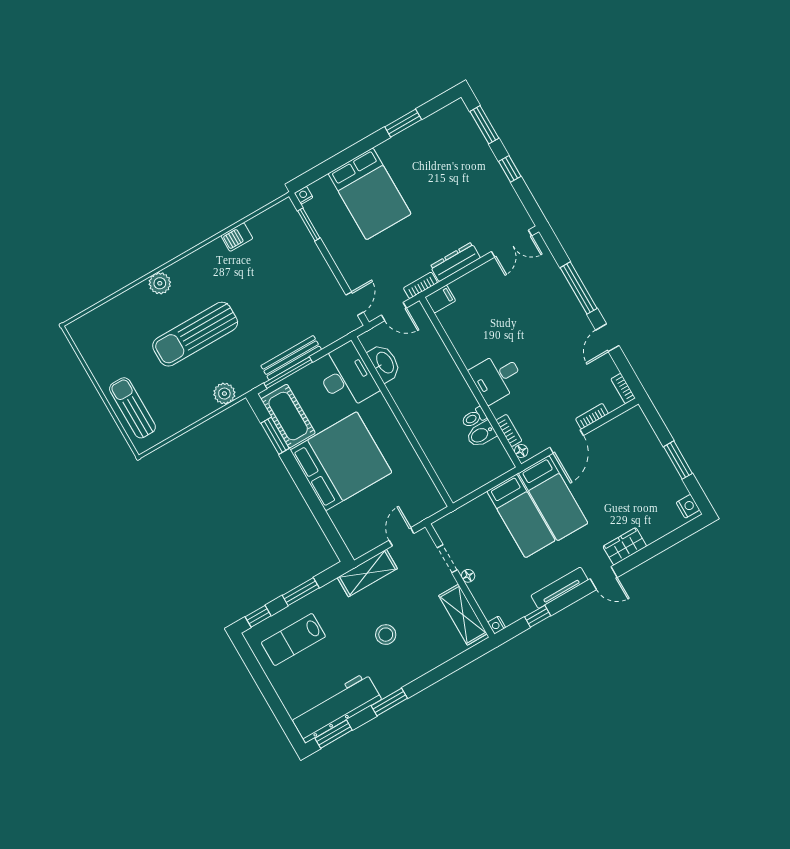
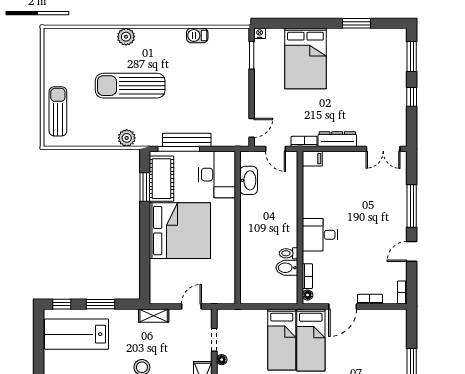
shelving: (367, 573) -> (154, 316), width x0.67, depth x0.75
lab bench: (293, 640) -> (77, 334), width x1.36, depth x1.39

